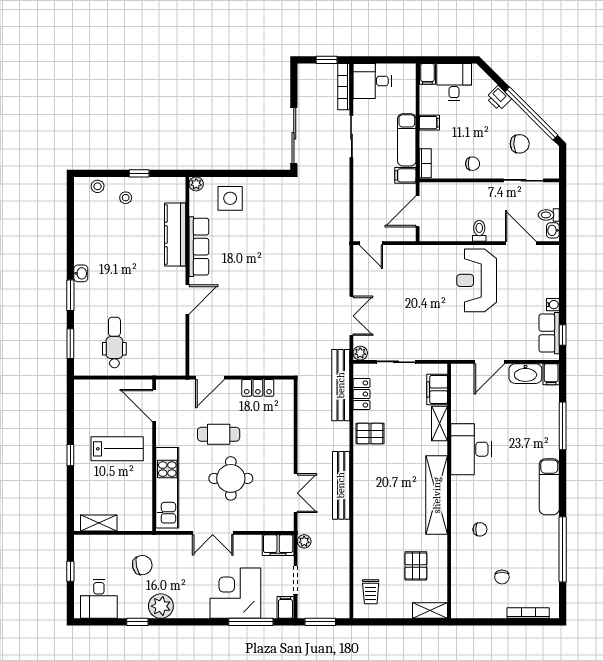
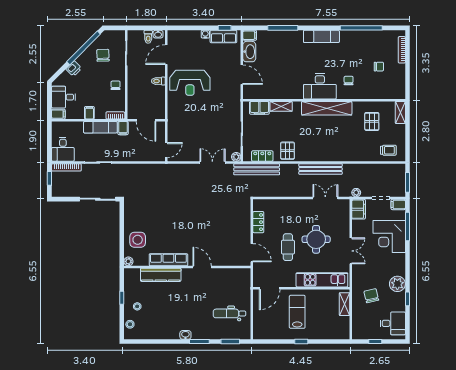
desk: (471, 449) -> (320, 86), moved
shelving: (99, 523) -> (344, 304), moved
pallet: (416, 566) -> (372, 121), turned 90

